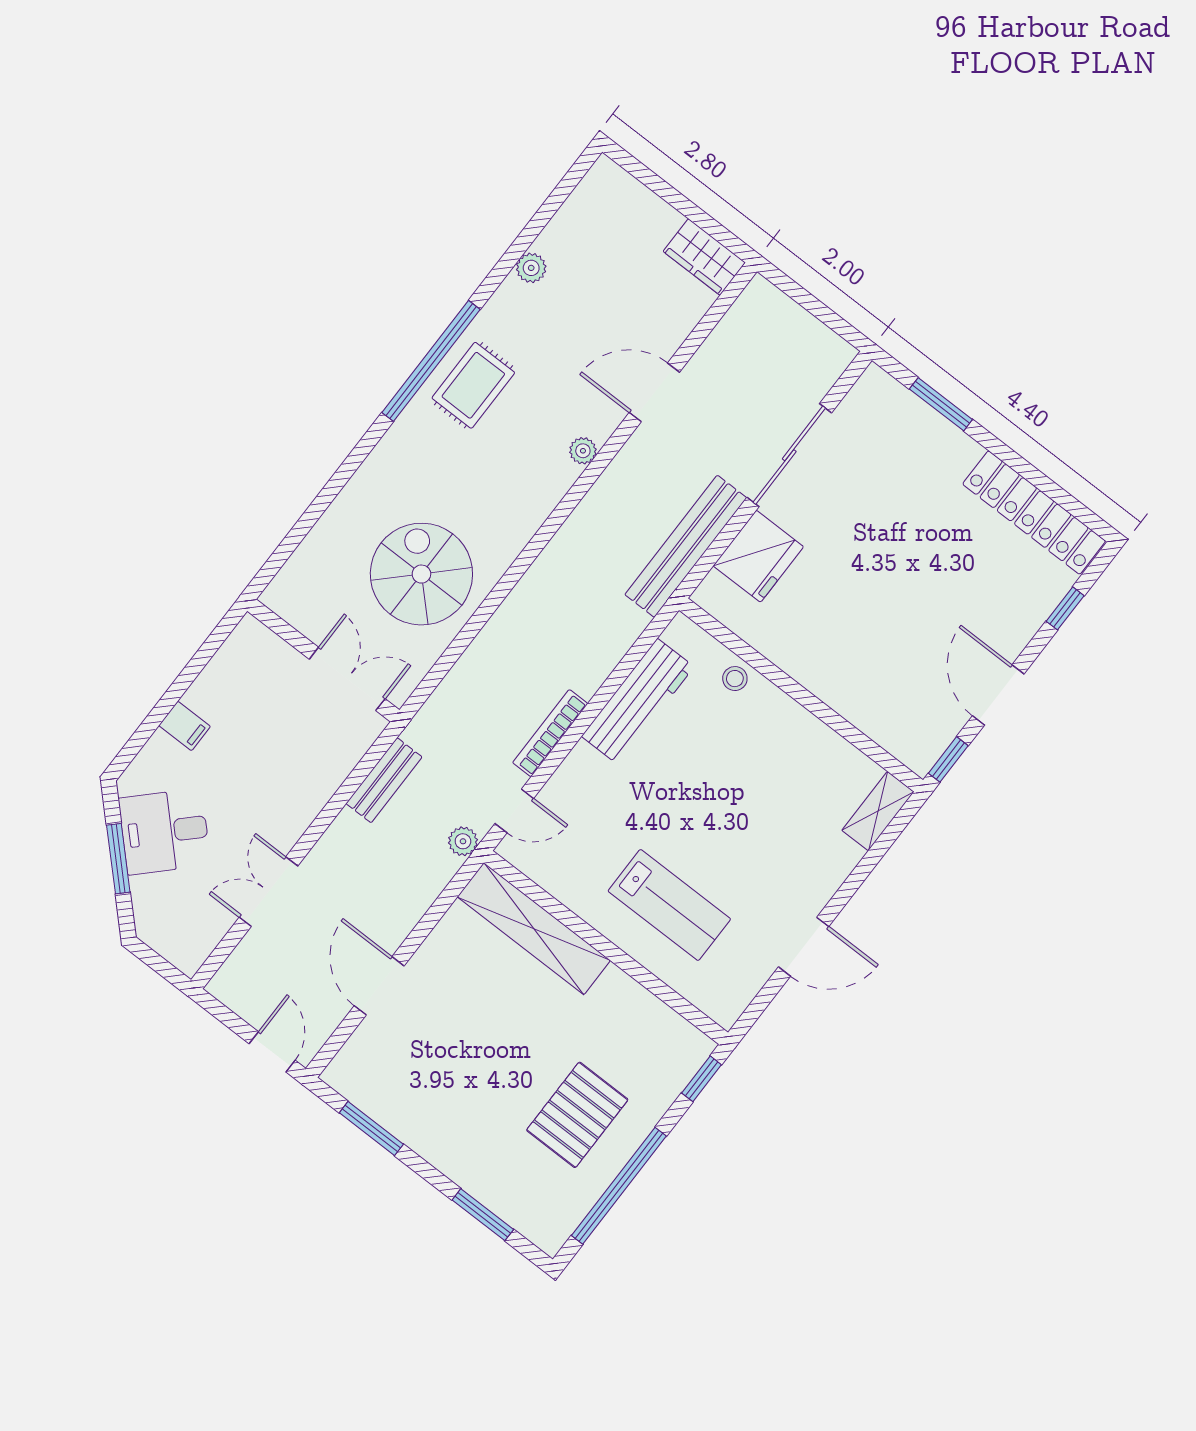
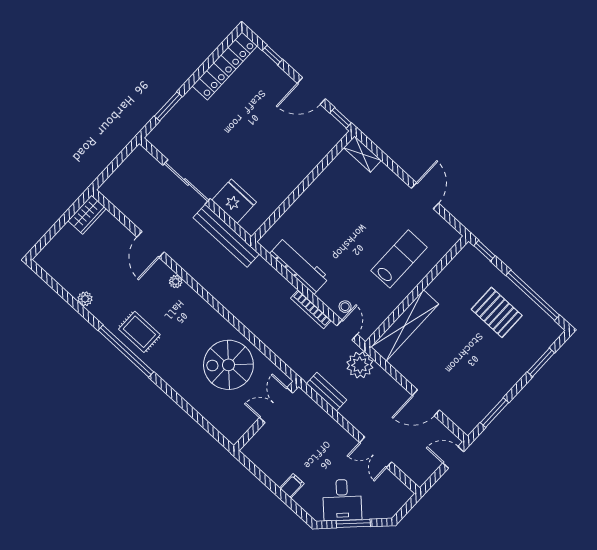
stool: (735, 679) -> (345, 307), moved
plant: (463, 841) -> (360, 365), width x1.87, depth x1.87

